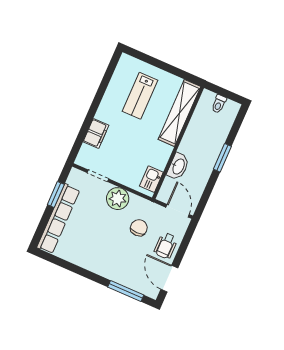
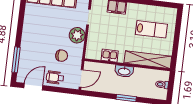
lab bench: (140, 96) -> (151, 29), turned 180
washbasin: (178, 166) -> (124, 71), moved
kitchen sink: (151, 179) -> (110, 56), moved

